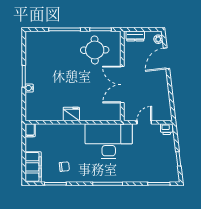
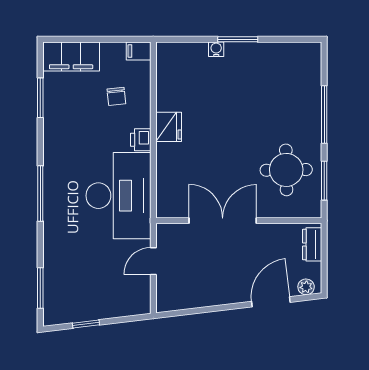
door: (166, 58) -> (271, 302), hinge flipped
door: (144, 122) -> (153, 261), swing flipped
printer: (167, 129) -> (141, 140), moved
chair: (64, 167) -> (116, 96), moved

